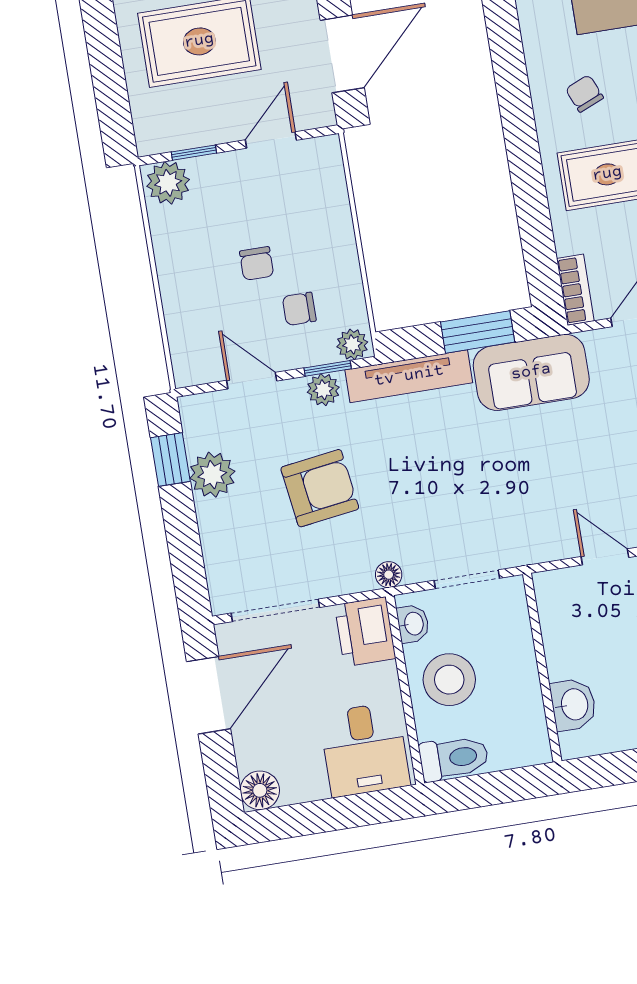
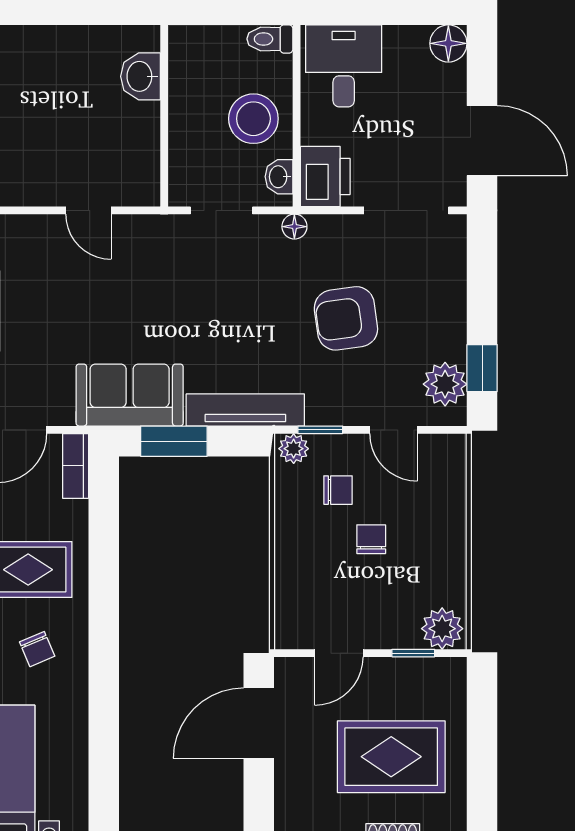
plant: (323, 390) -> (328, 410), removed
plant: (212, 475) -> (445, 384), moved
door: (209, 695) -> (482, 141), swing flipped
toilet: (454, 758) -> (270, 39), width x0.73, depth x0.72

